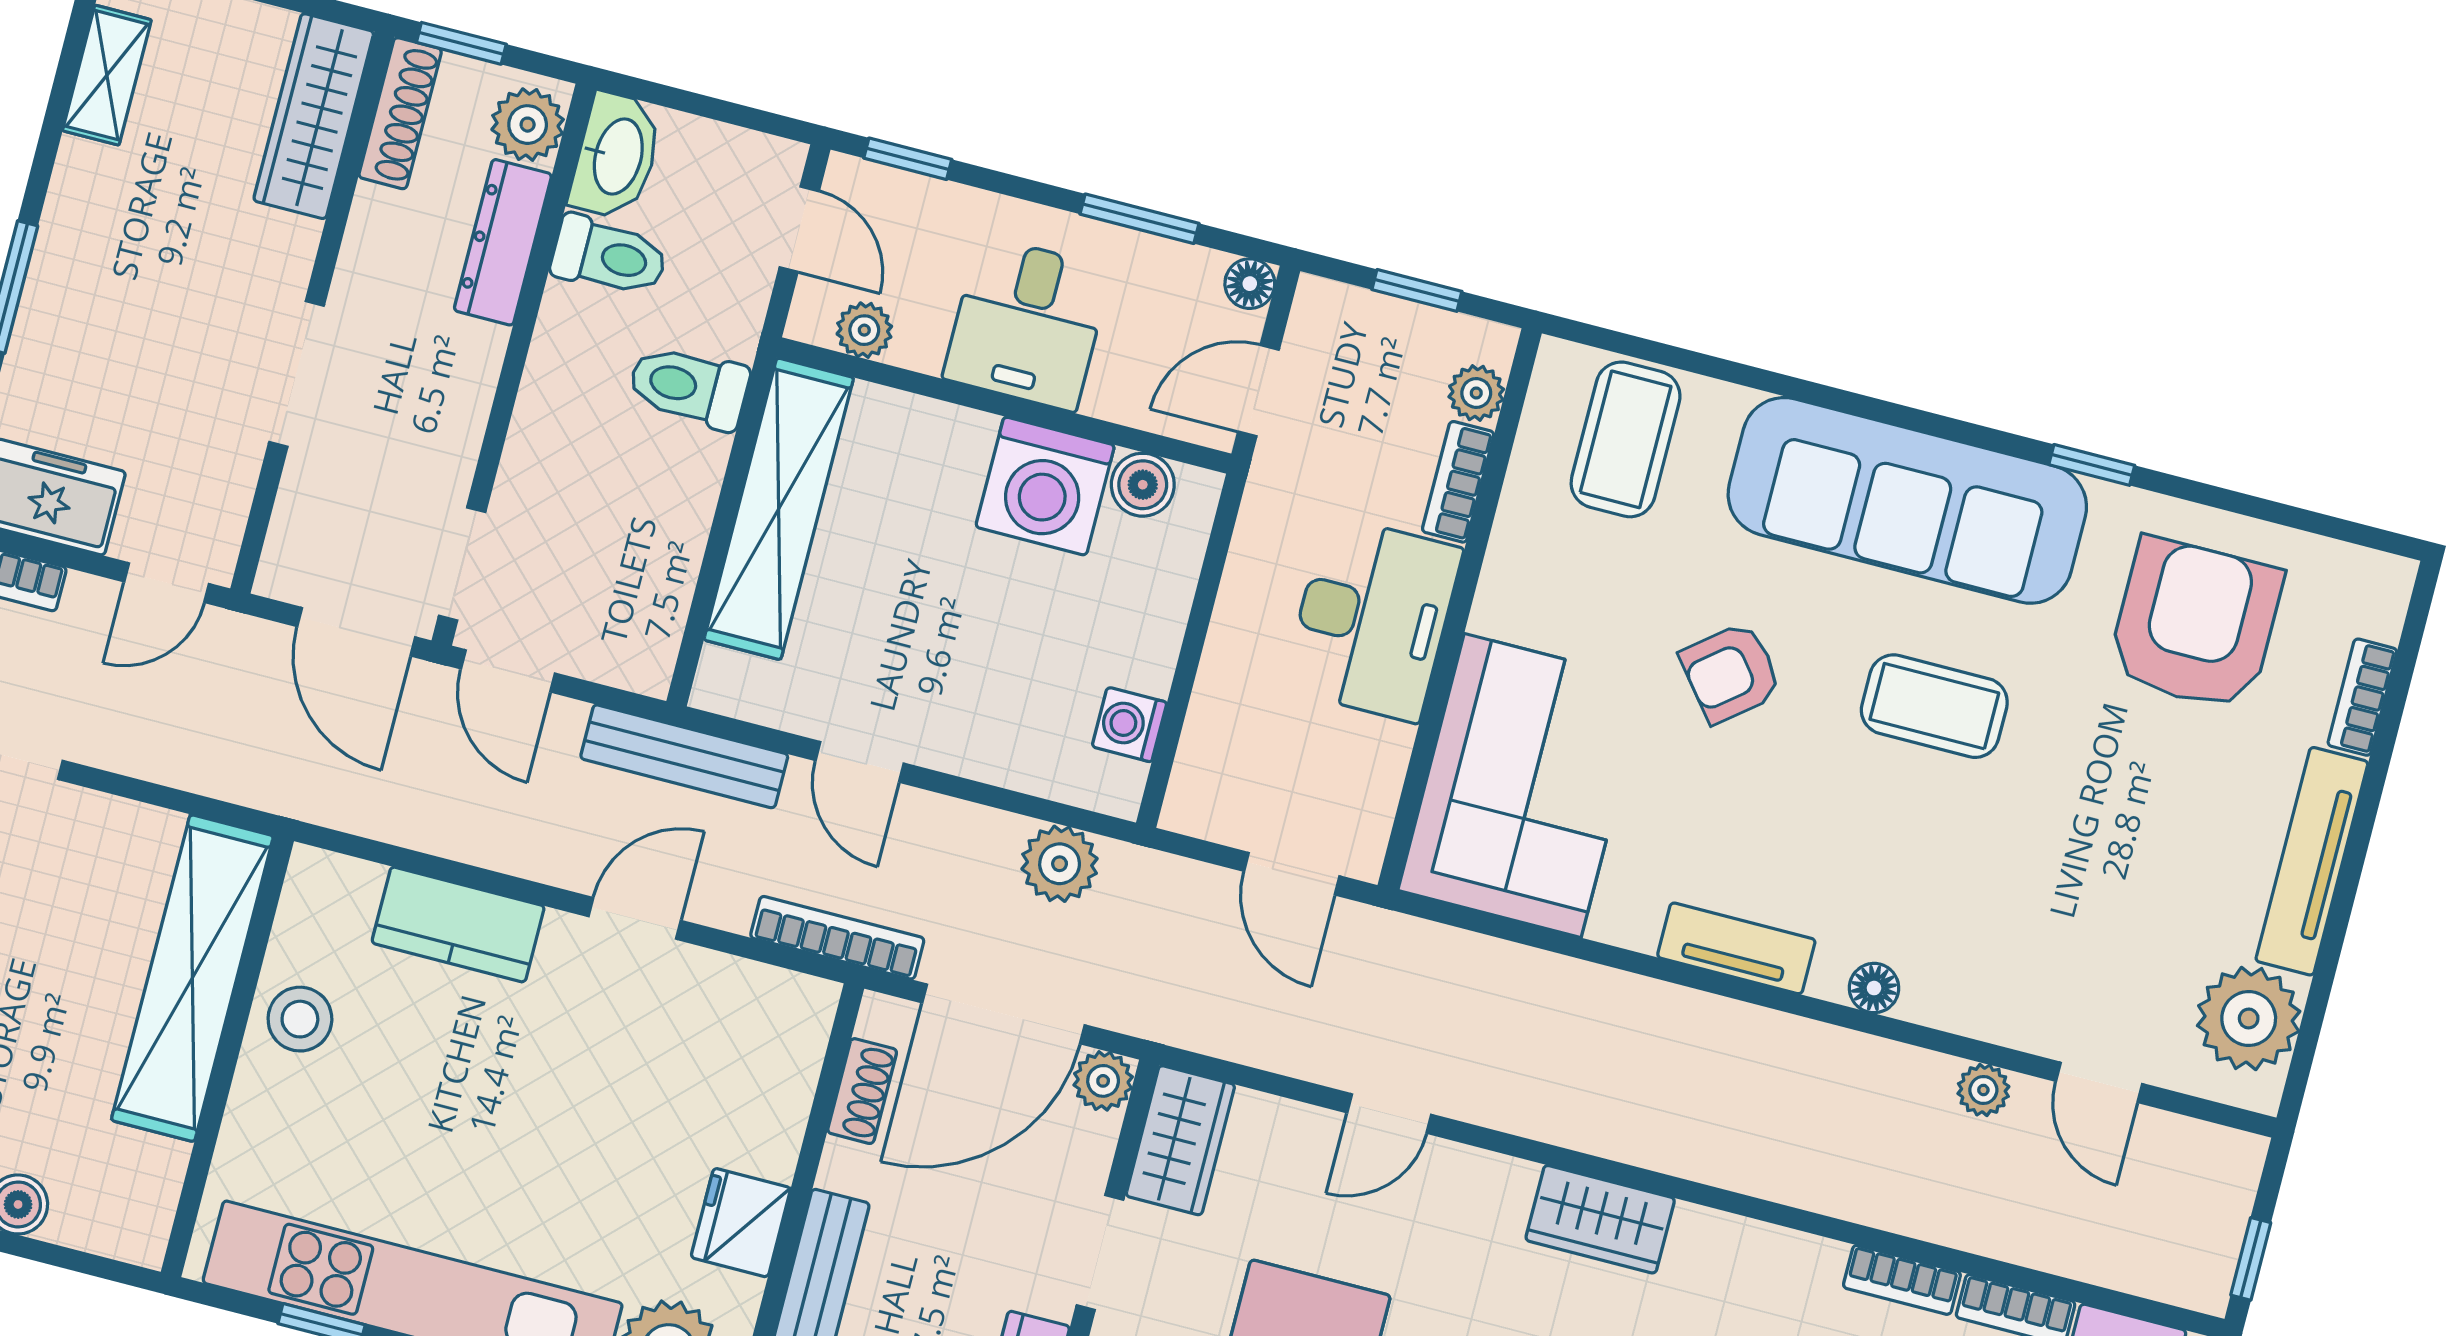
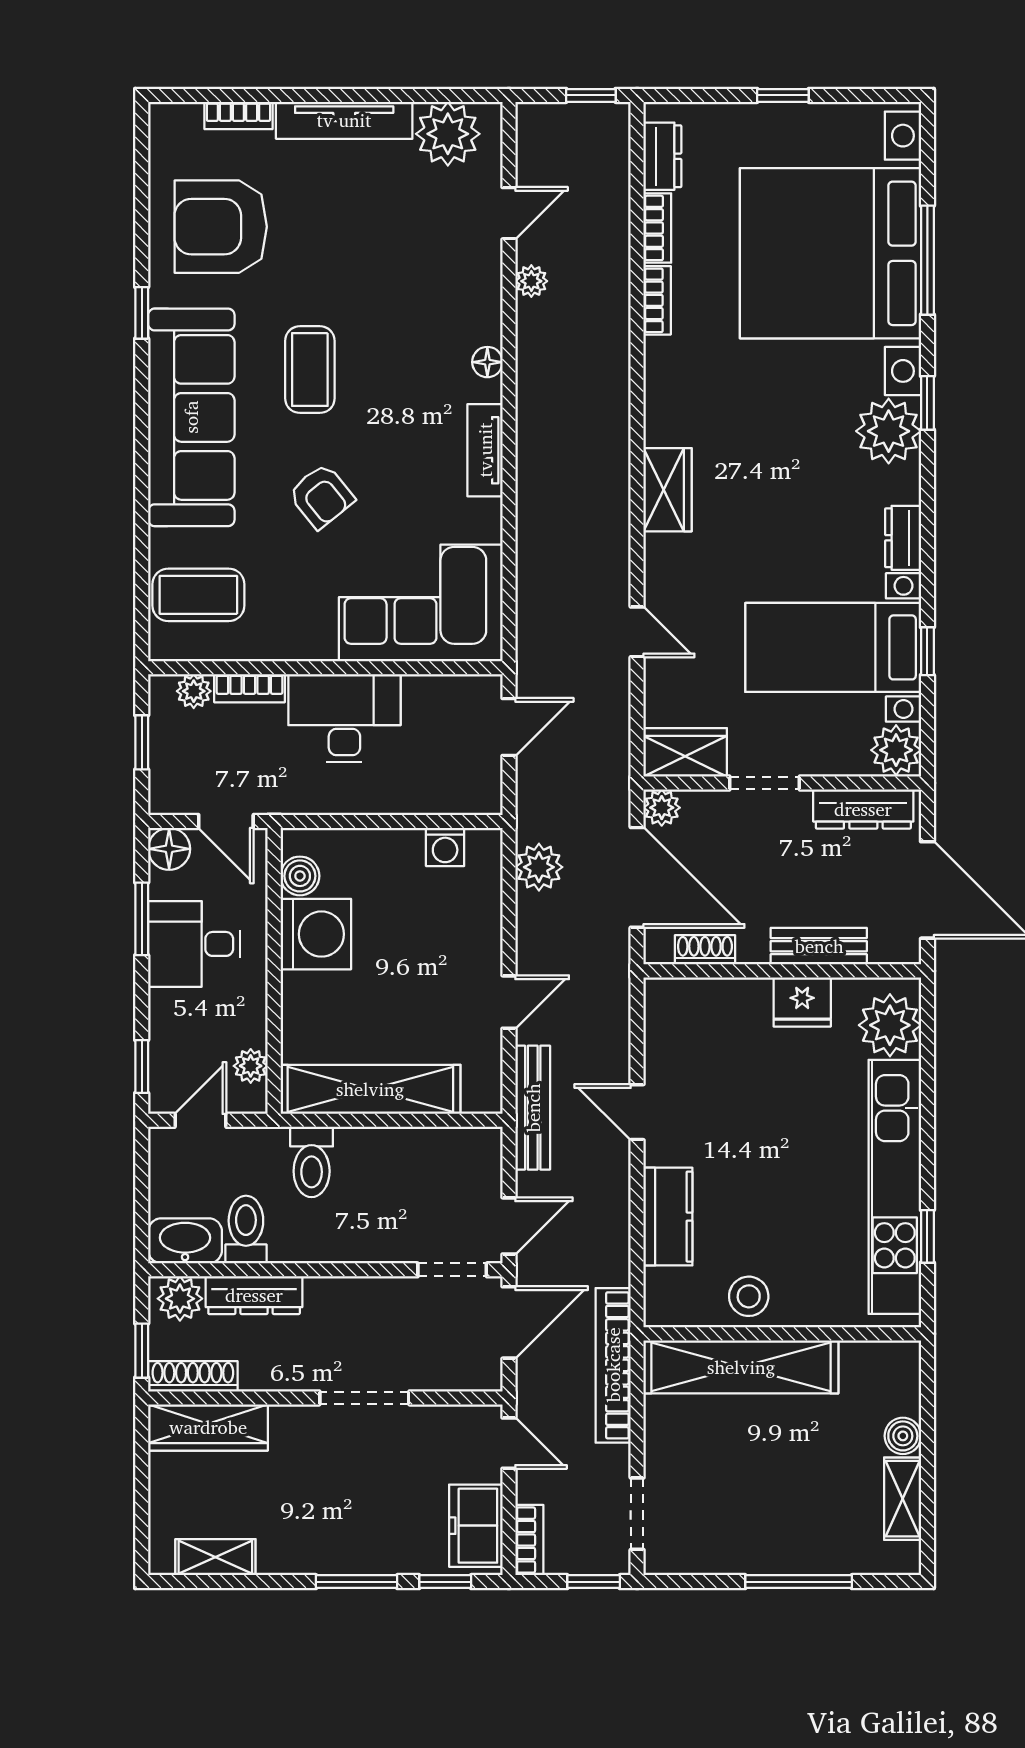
floor lamp: (1250, 284) -> (169, 849), width x1.37, depth x1.37
desk: (1027, 323) -> (194, 944), moved, turned 180
bookcase: (837, 938) -> (613, 1365), moved, width x1.48, depth x1.31

